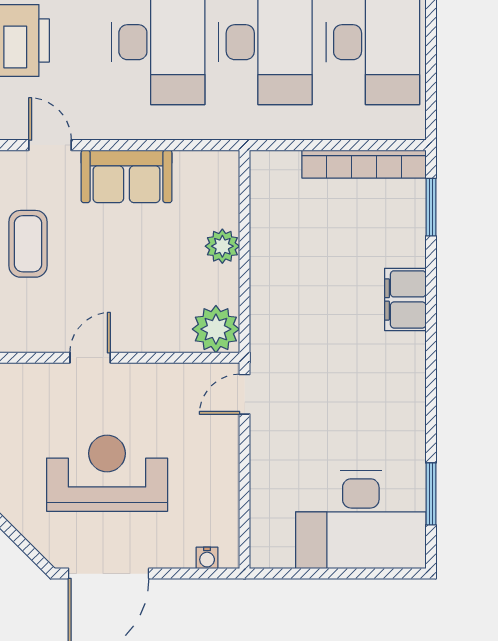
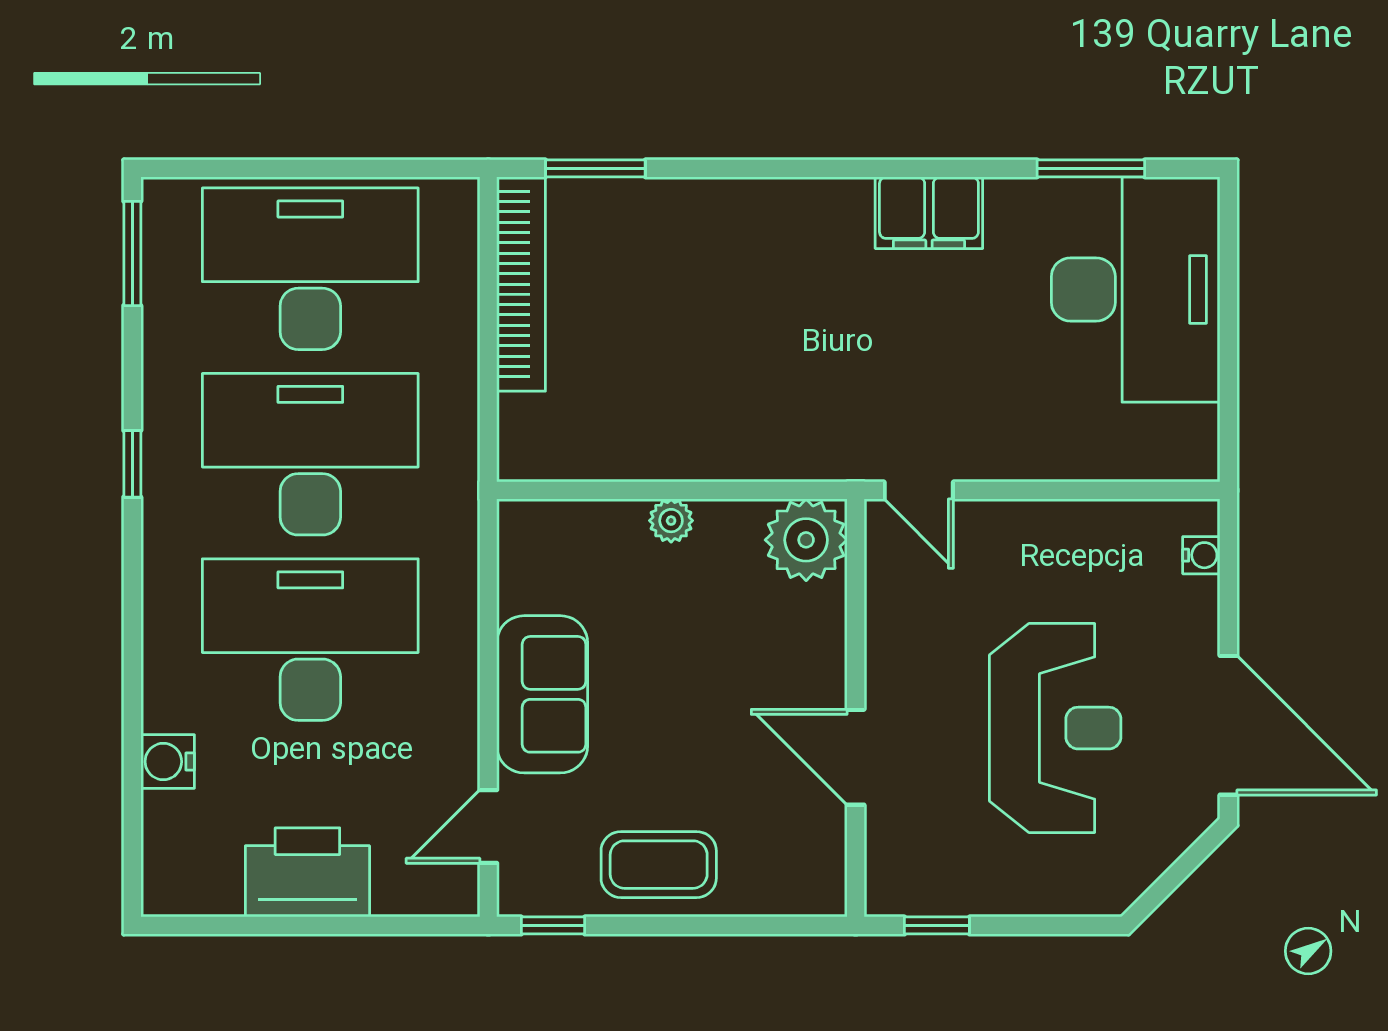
plant: (222, 246) -> (671, 521), width x0.73, depth x0.73
filing cabinet: (405, 299) -> (929, 213), moved
door: (90, 358) -> (856, 757), width x1.38
reception desk: (107, 473) -> (1055, 728), turned 180

